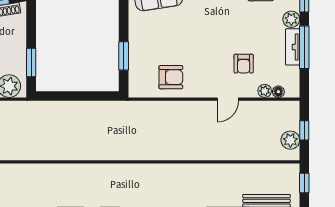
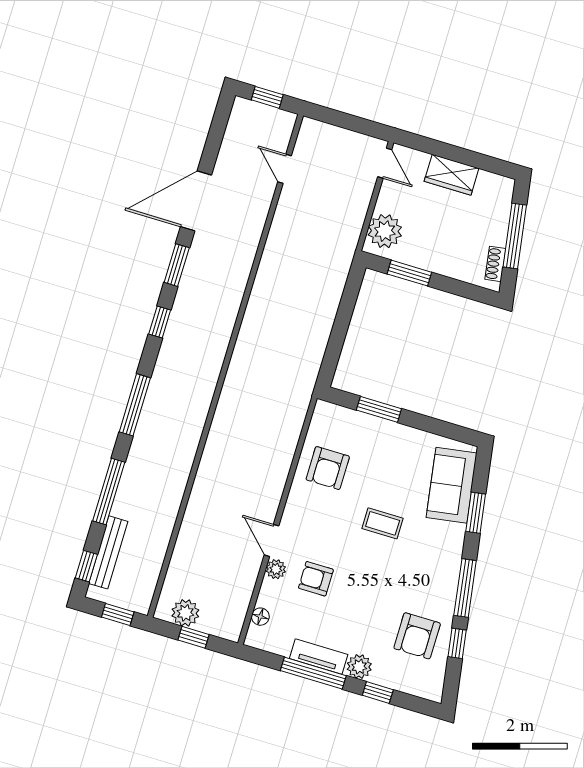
coffee table: (196, 32) -> (383, 523), added
plant: (265, 91) -> (276, 569), moved

